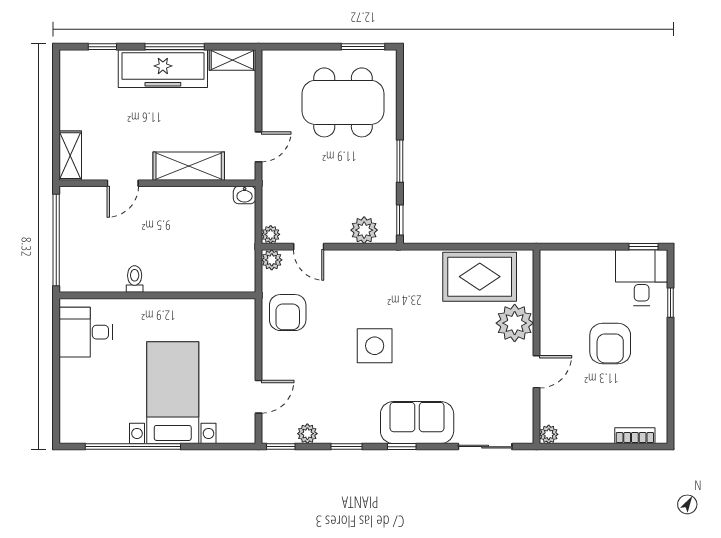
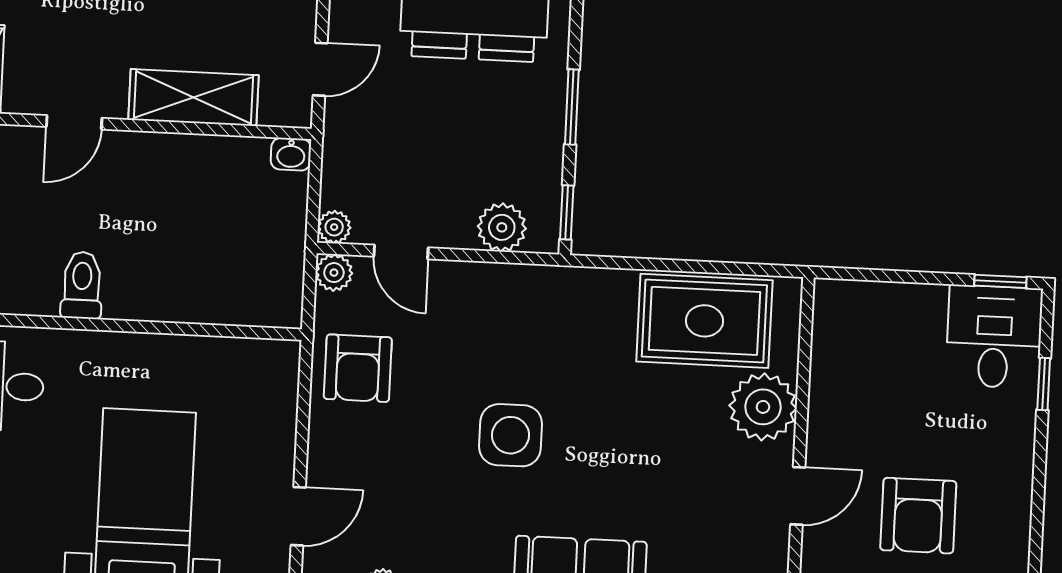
toilet: (135, 279) -> (82, 285), width x1.37, depth x1.39
armchair: (610, 344) -> (918, 516), moved

